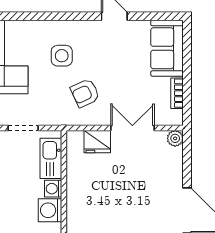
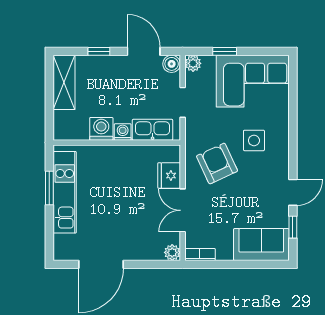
window: (149, 16) -> (293, 227), added
armchair: (85, 93) -> (217, 164), width x1.38, depth x1.38
bookcase: (177, 93) -> (200, 254), moved
double door: (132, 128) -> (183, 210), swing flipped

